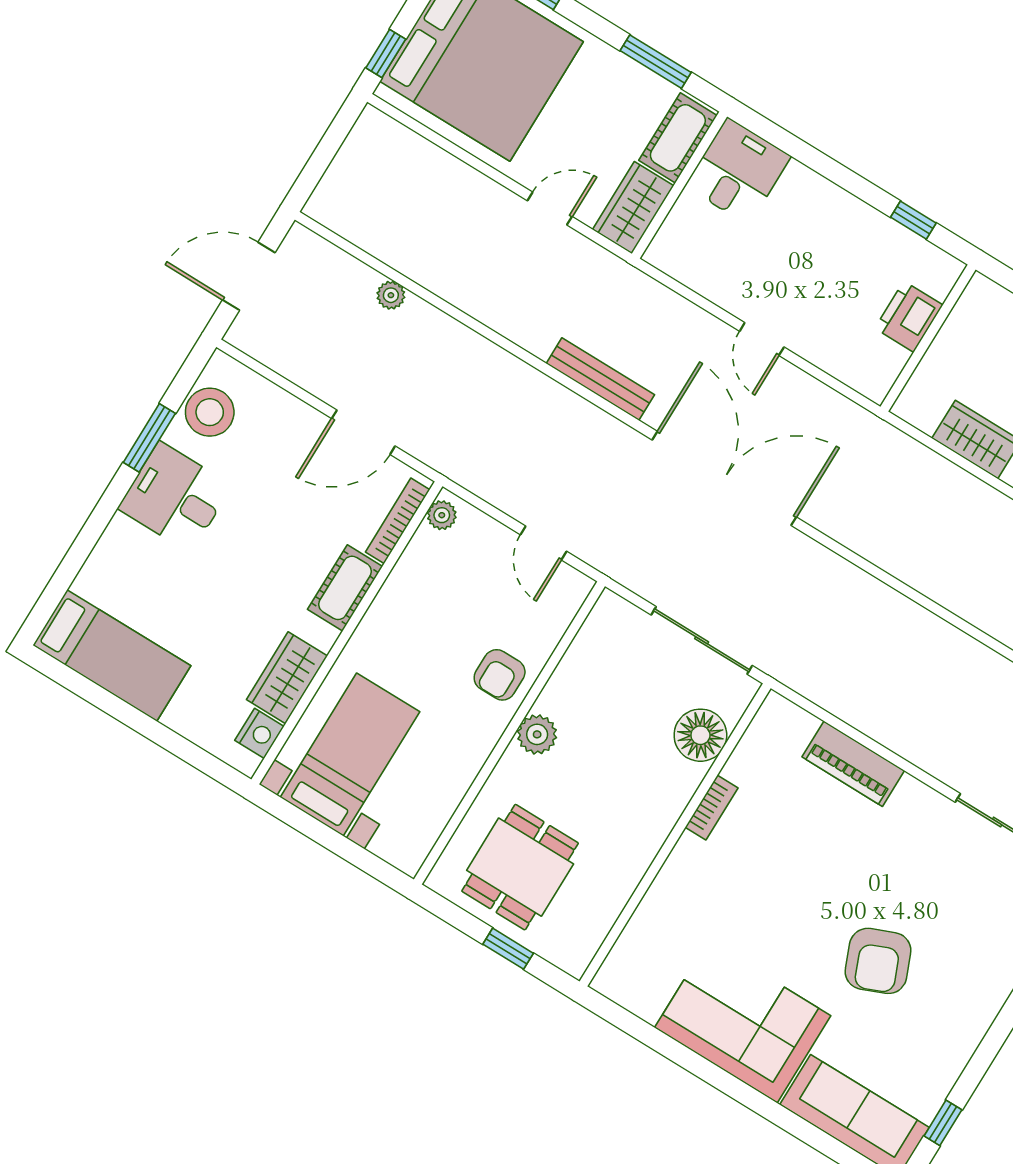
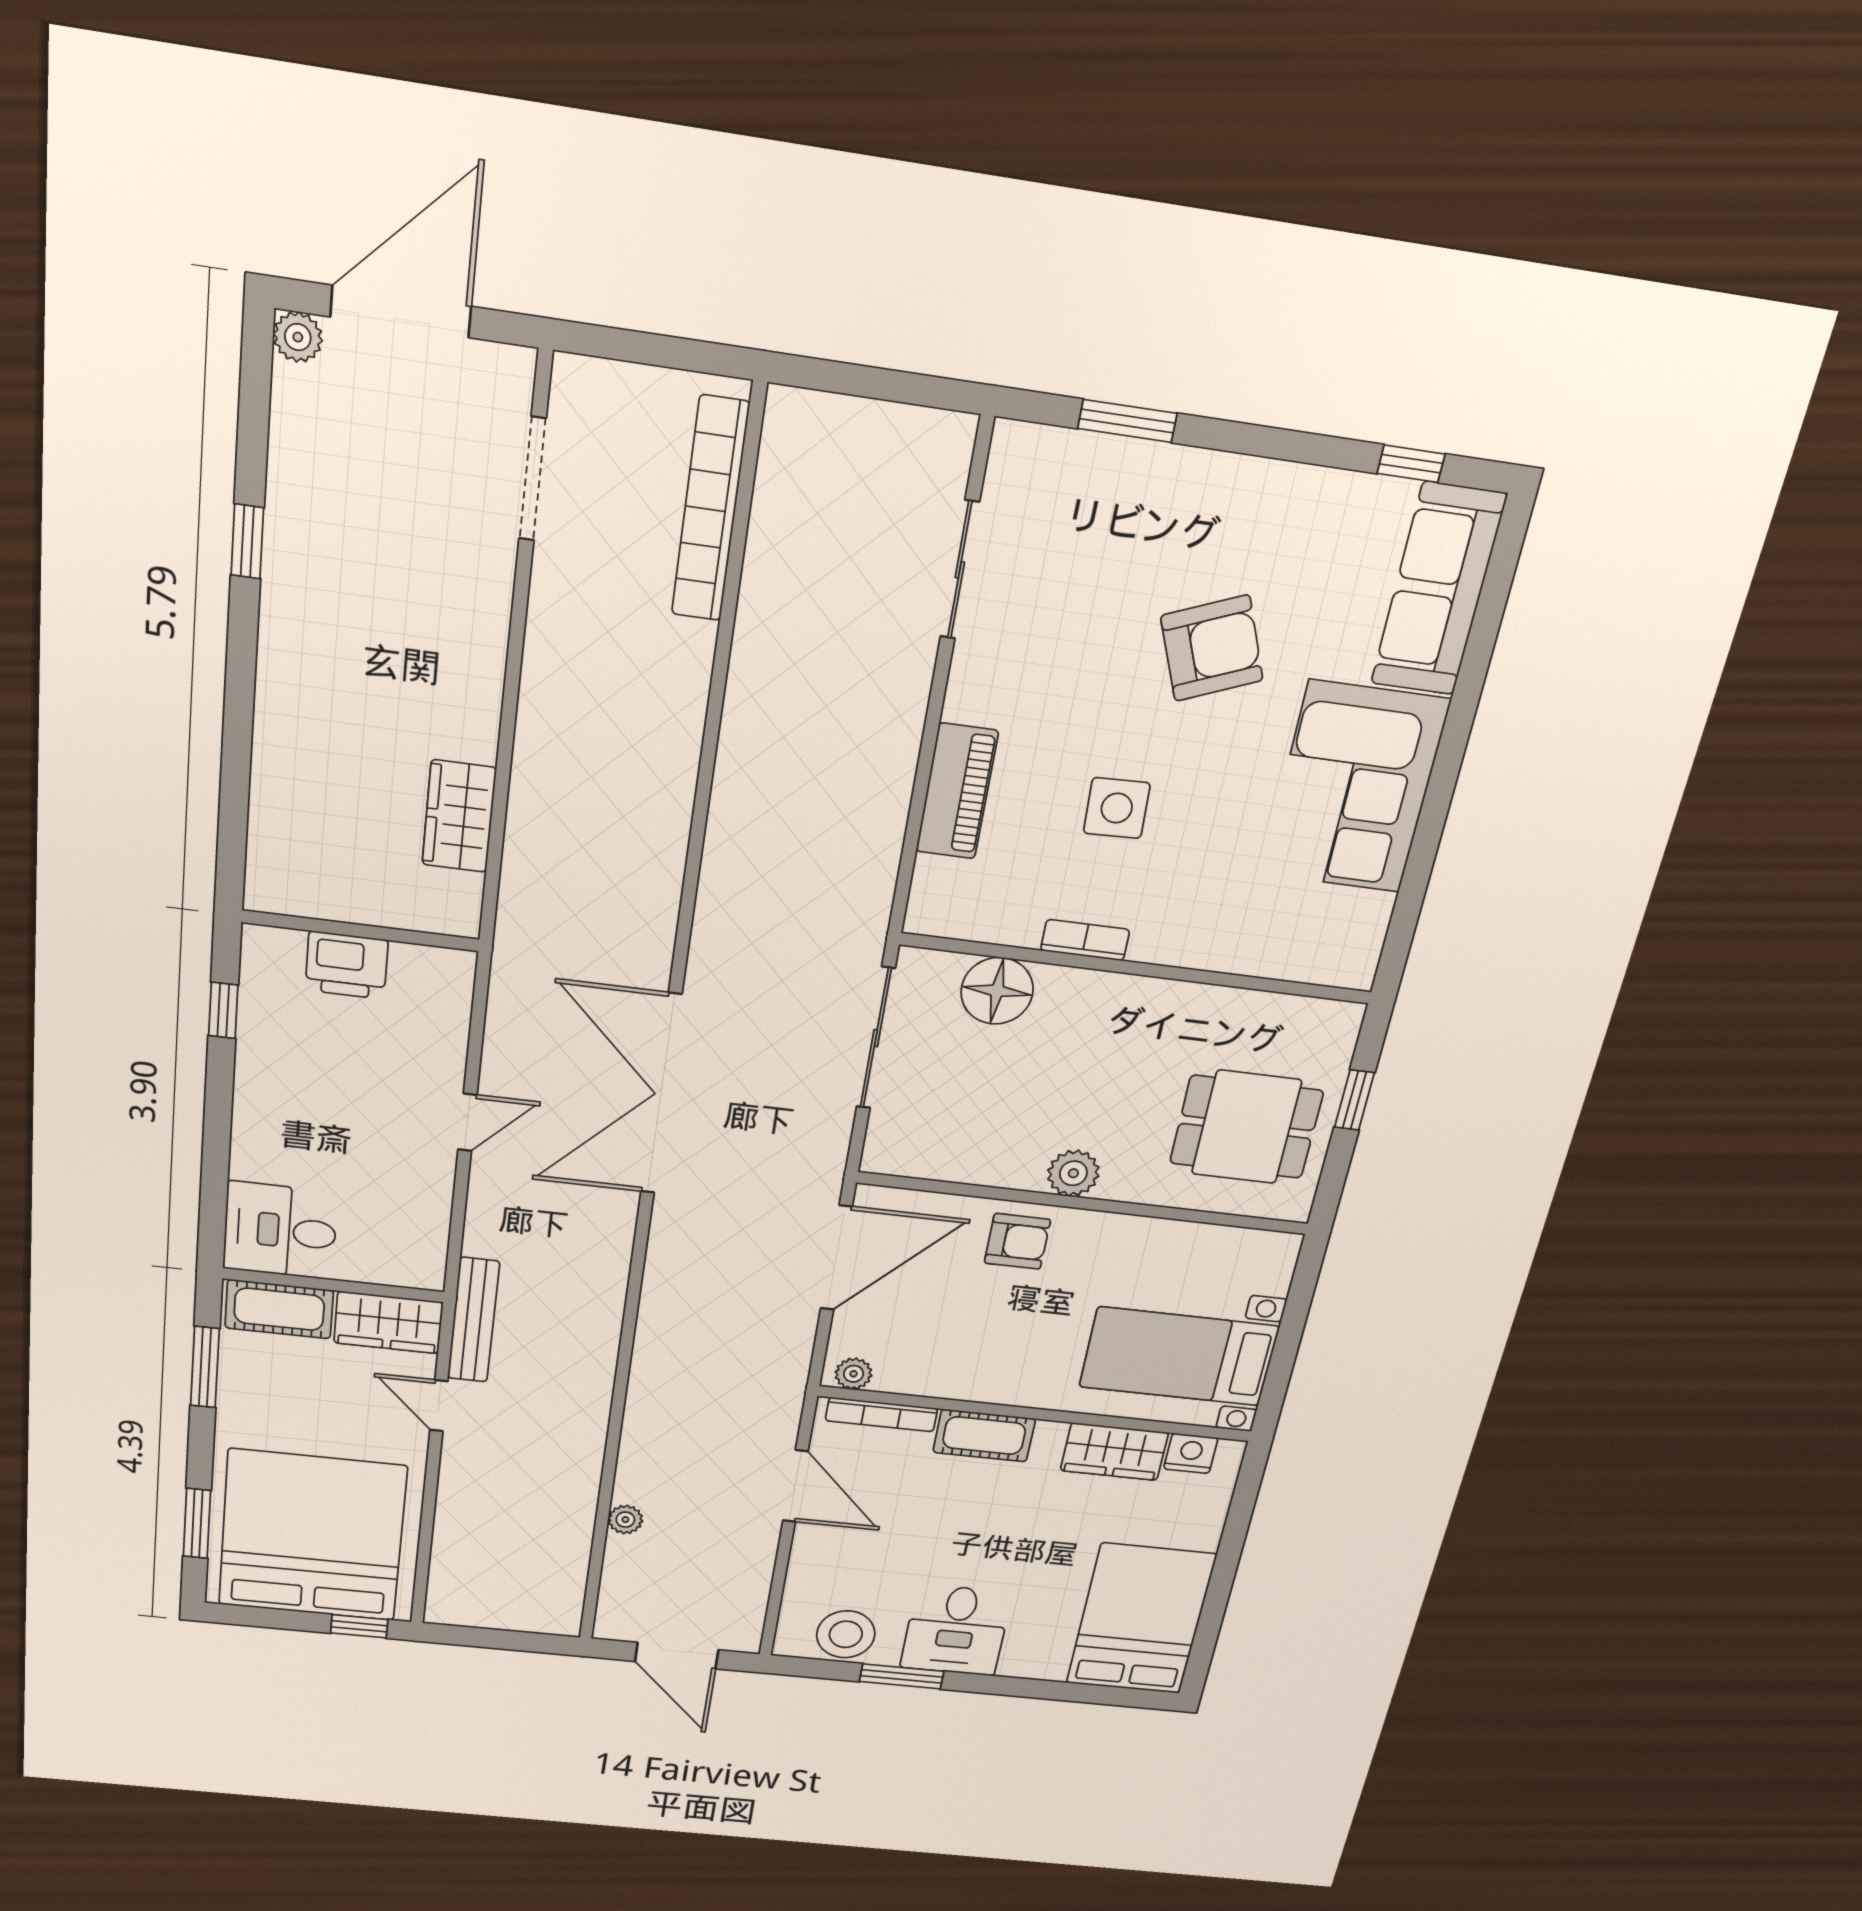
bench: (600, 379) -> (474, 1320), moved
door: (543, 543) -> (836, 1258), width x1.88
bed: (112, 655) -> (1141, 1619), width x1.50
side table: (796, 862) -> (1117, 808), added

